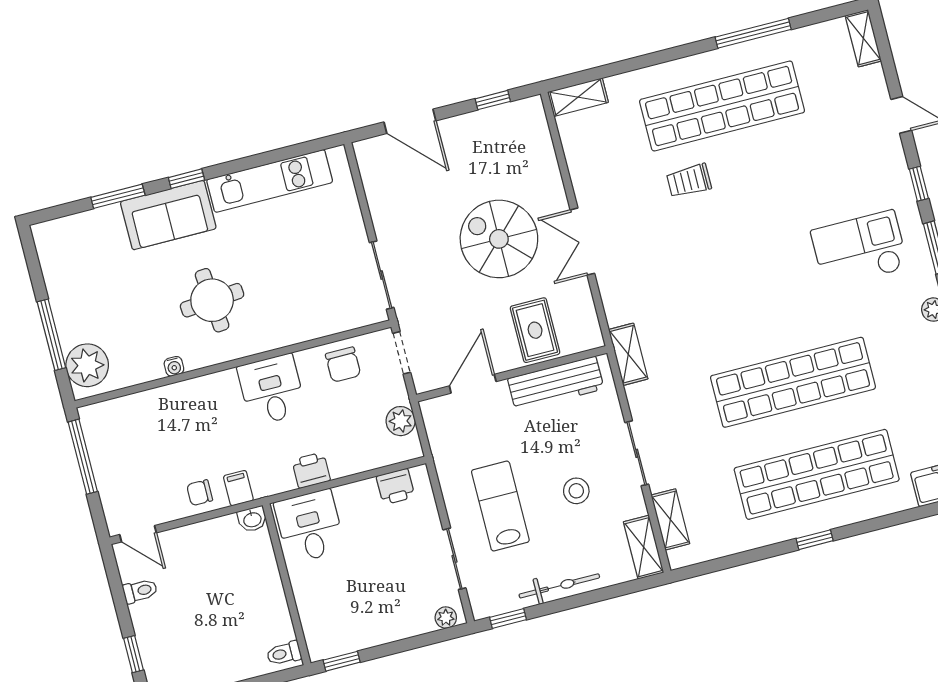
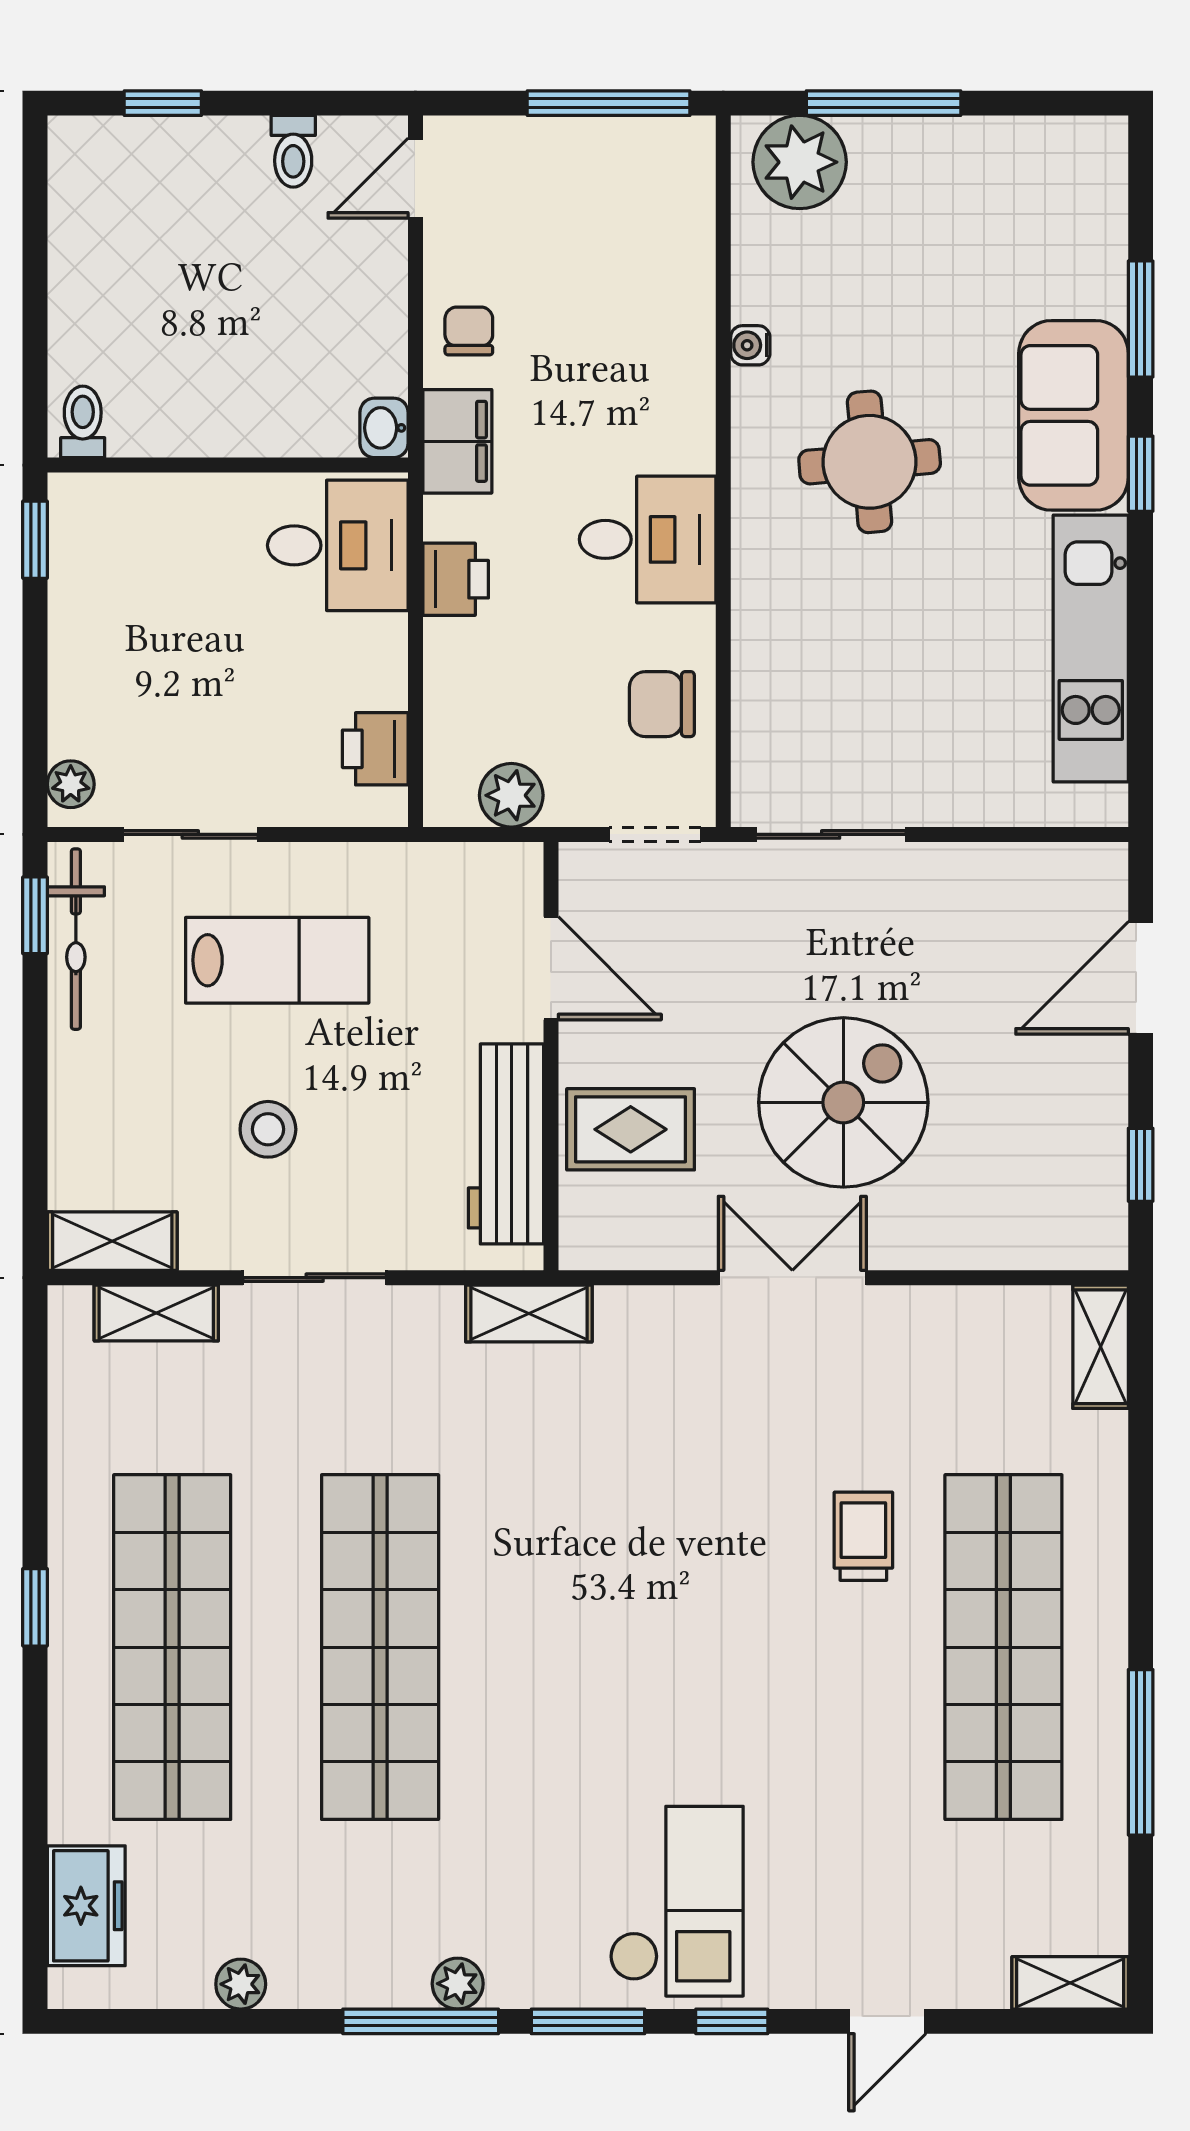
checkout: (859, 249) -> (677, 1901), moved
filing cabinet: (238, 488) -> (457, 441), width x2.00
bicycle: (559, 586) -> (76, 939), moved

